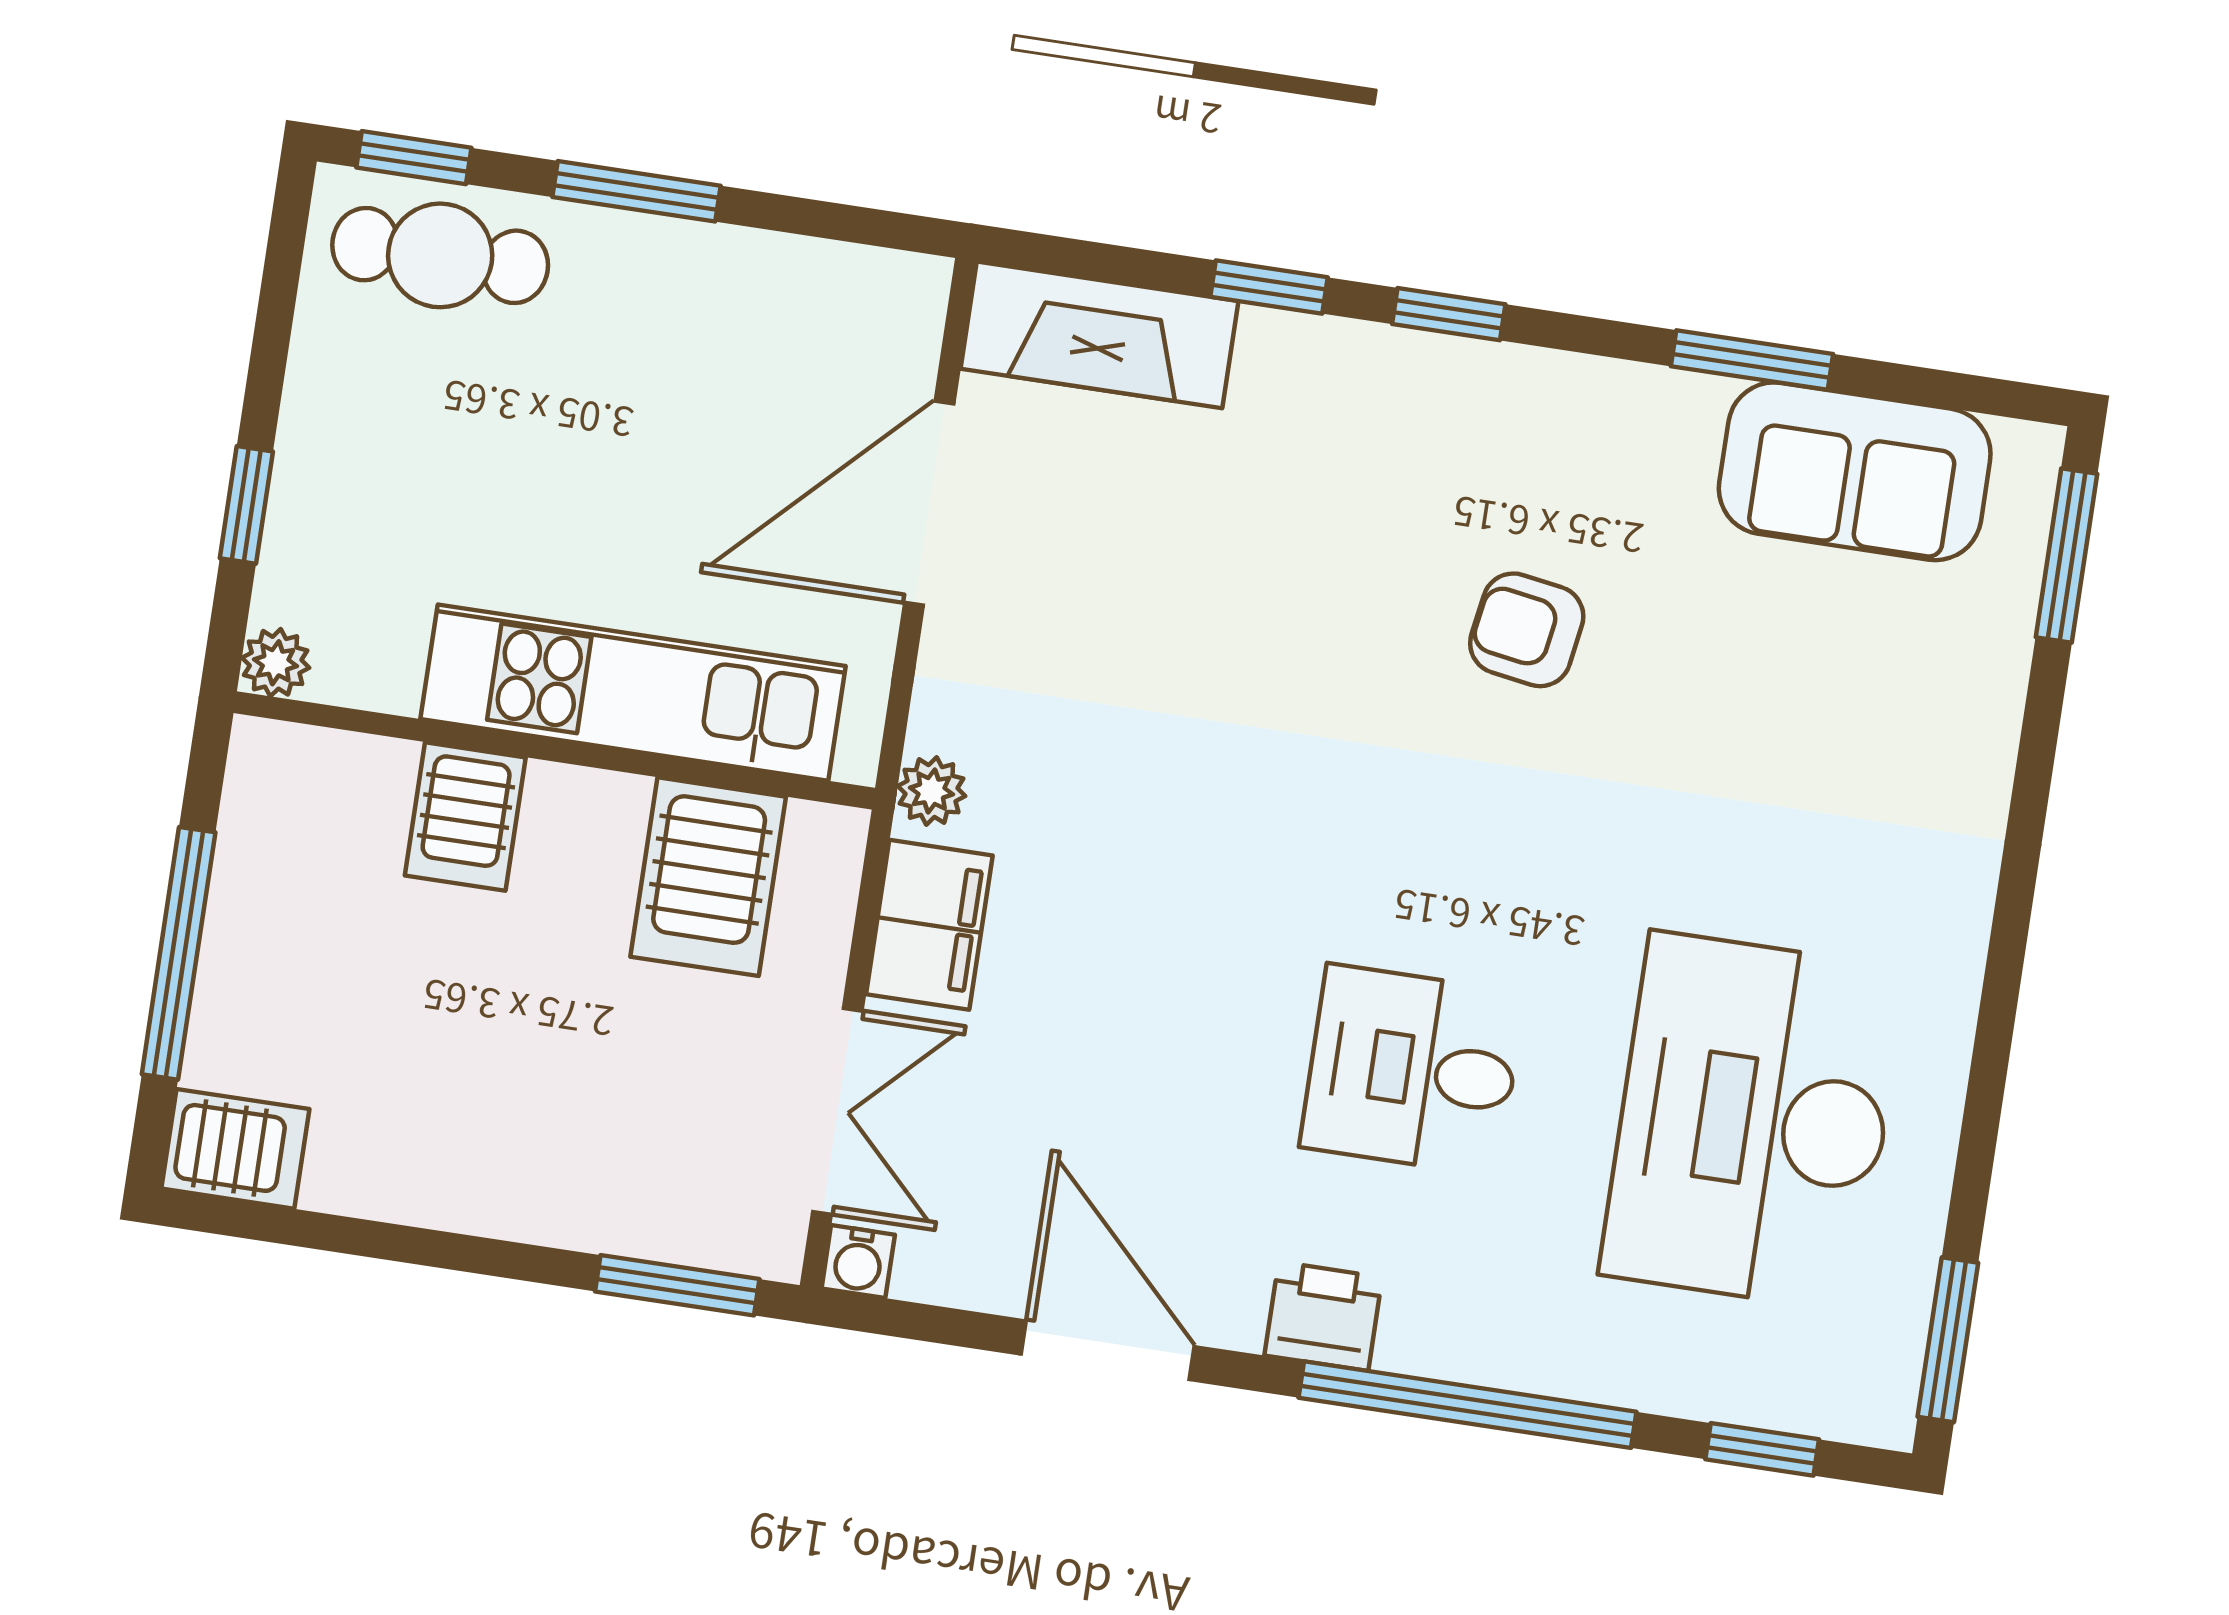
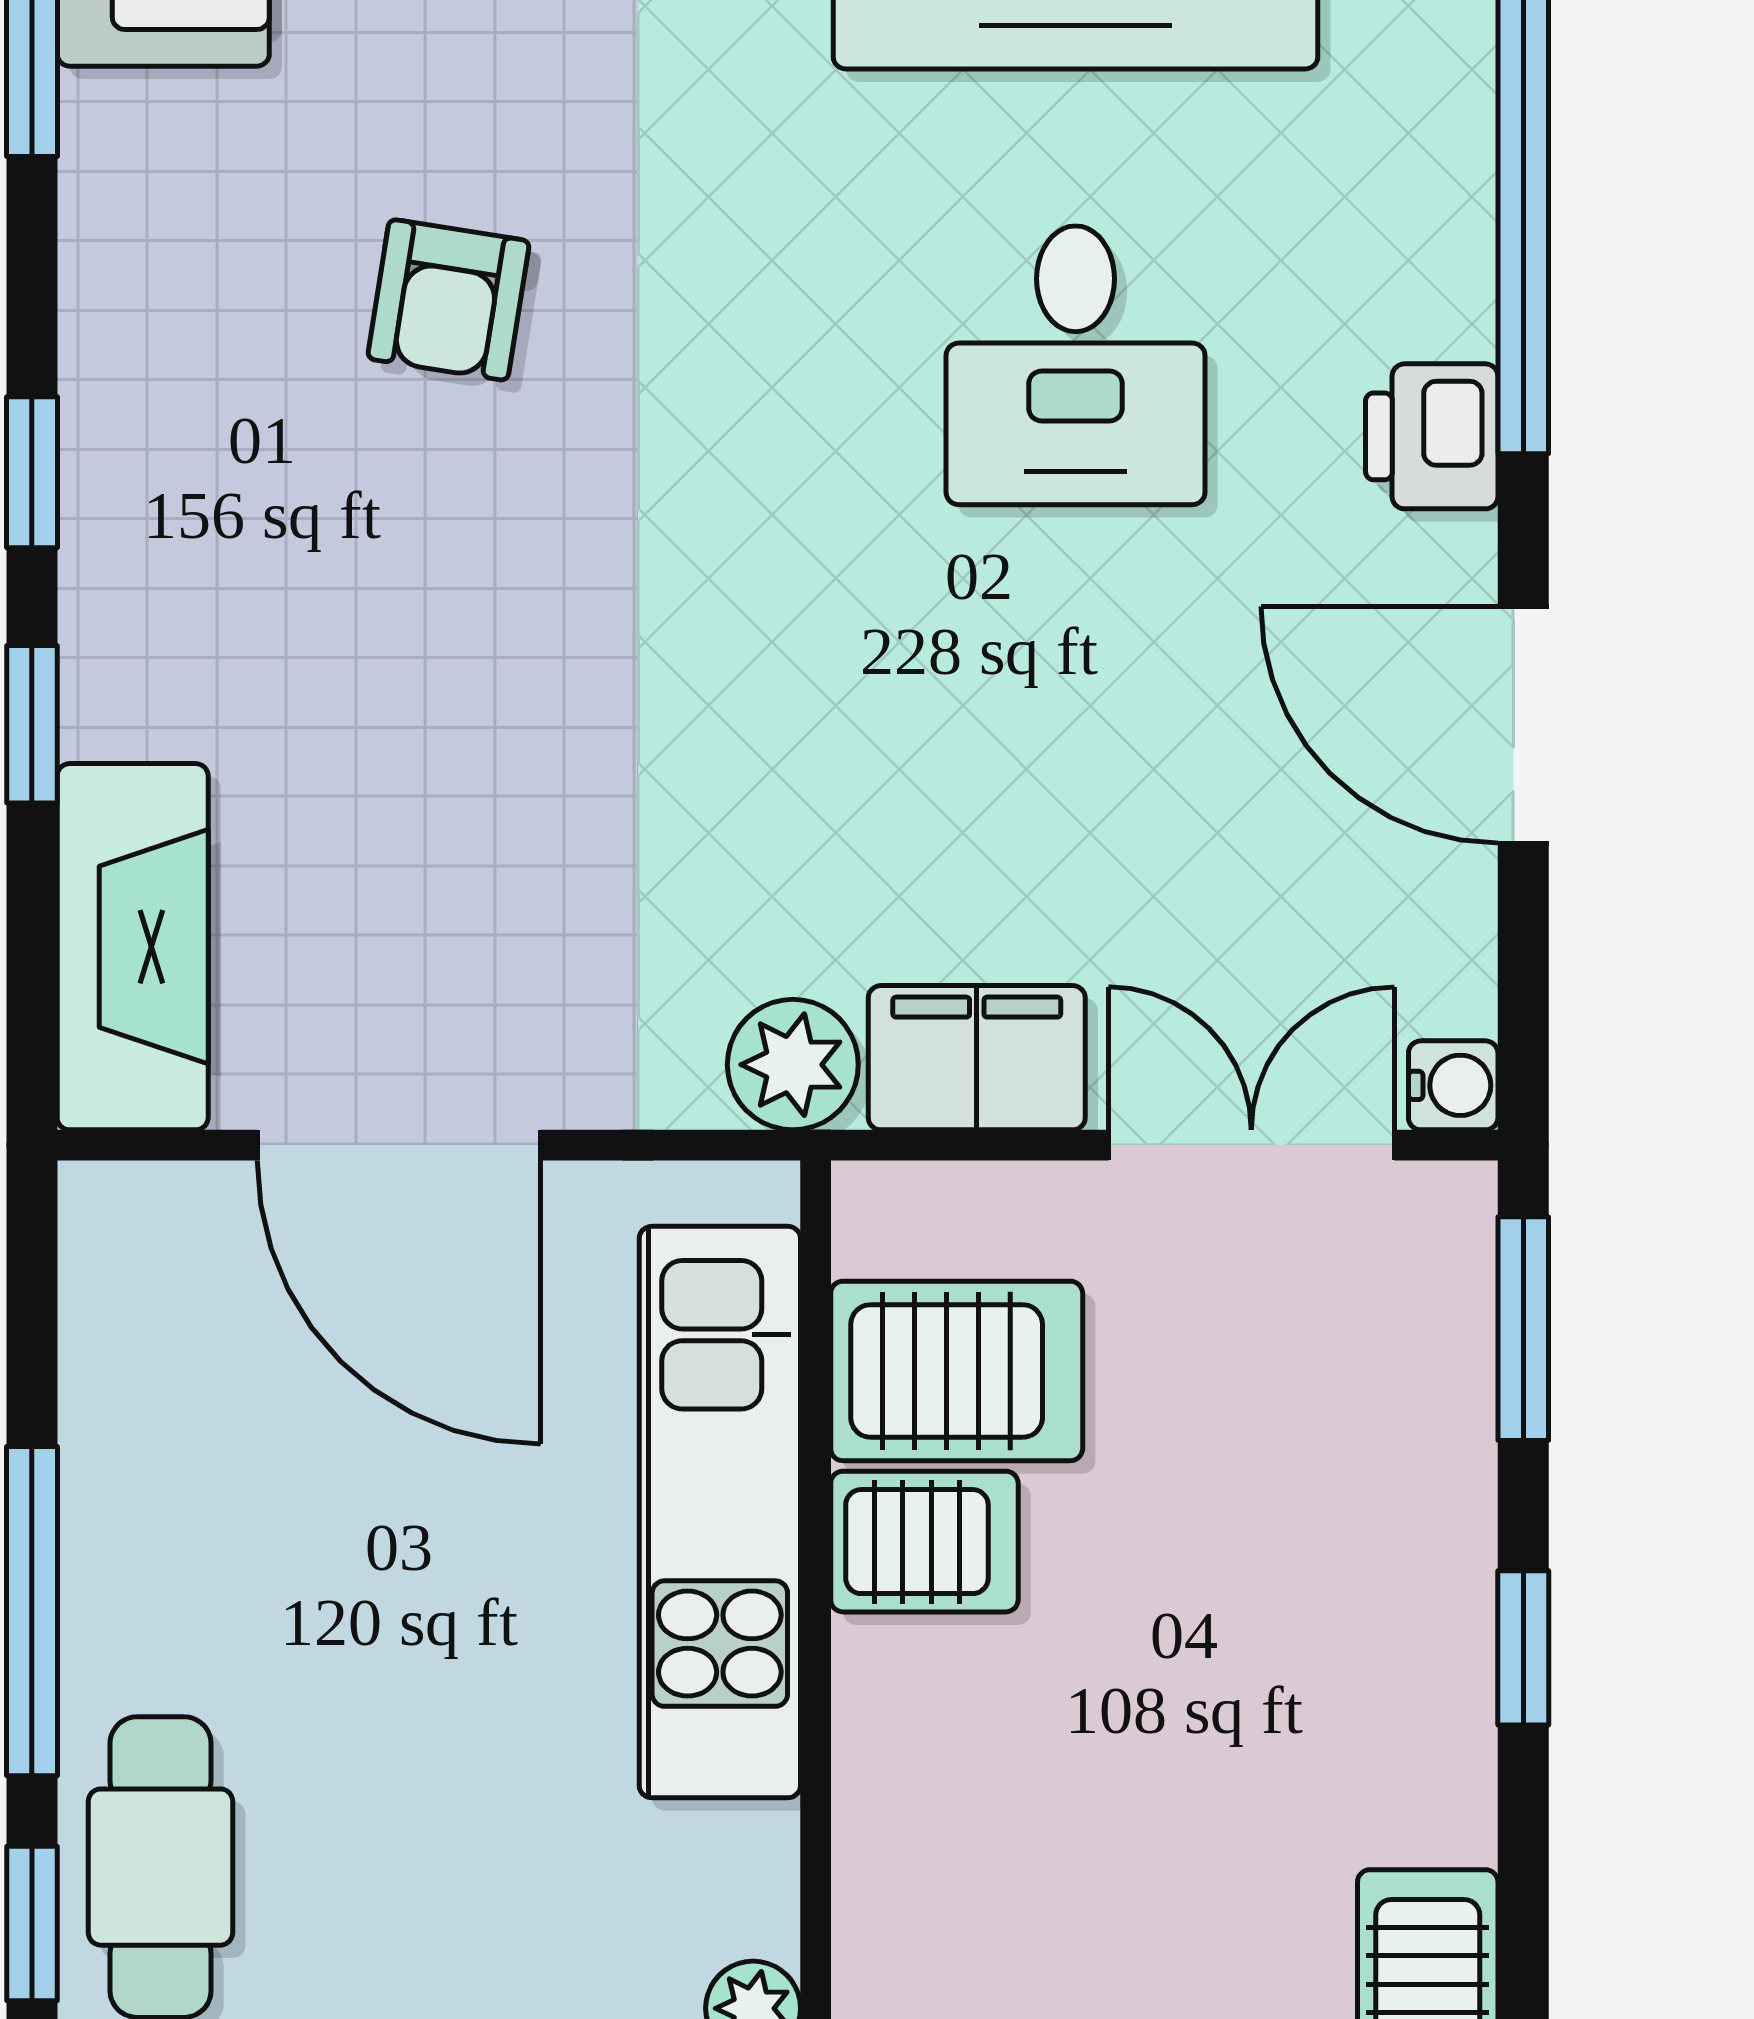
window: (636, 191) -> (32, 1611), width x1.44
plant: (932, 791) -> (793, 1065), width x1.38, depth x1.38
server rack: (465, 816) -> (924, 1542), moved
window: (450, 1251) -> (1523, 1648), added
door: (1108, 1350) -> (1523, 725), hinge flipped

